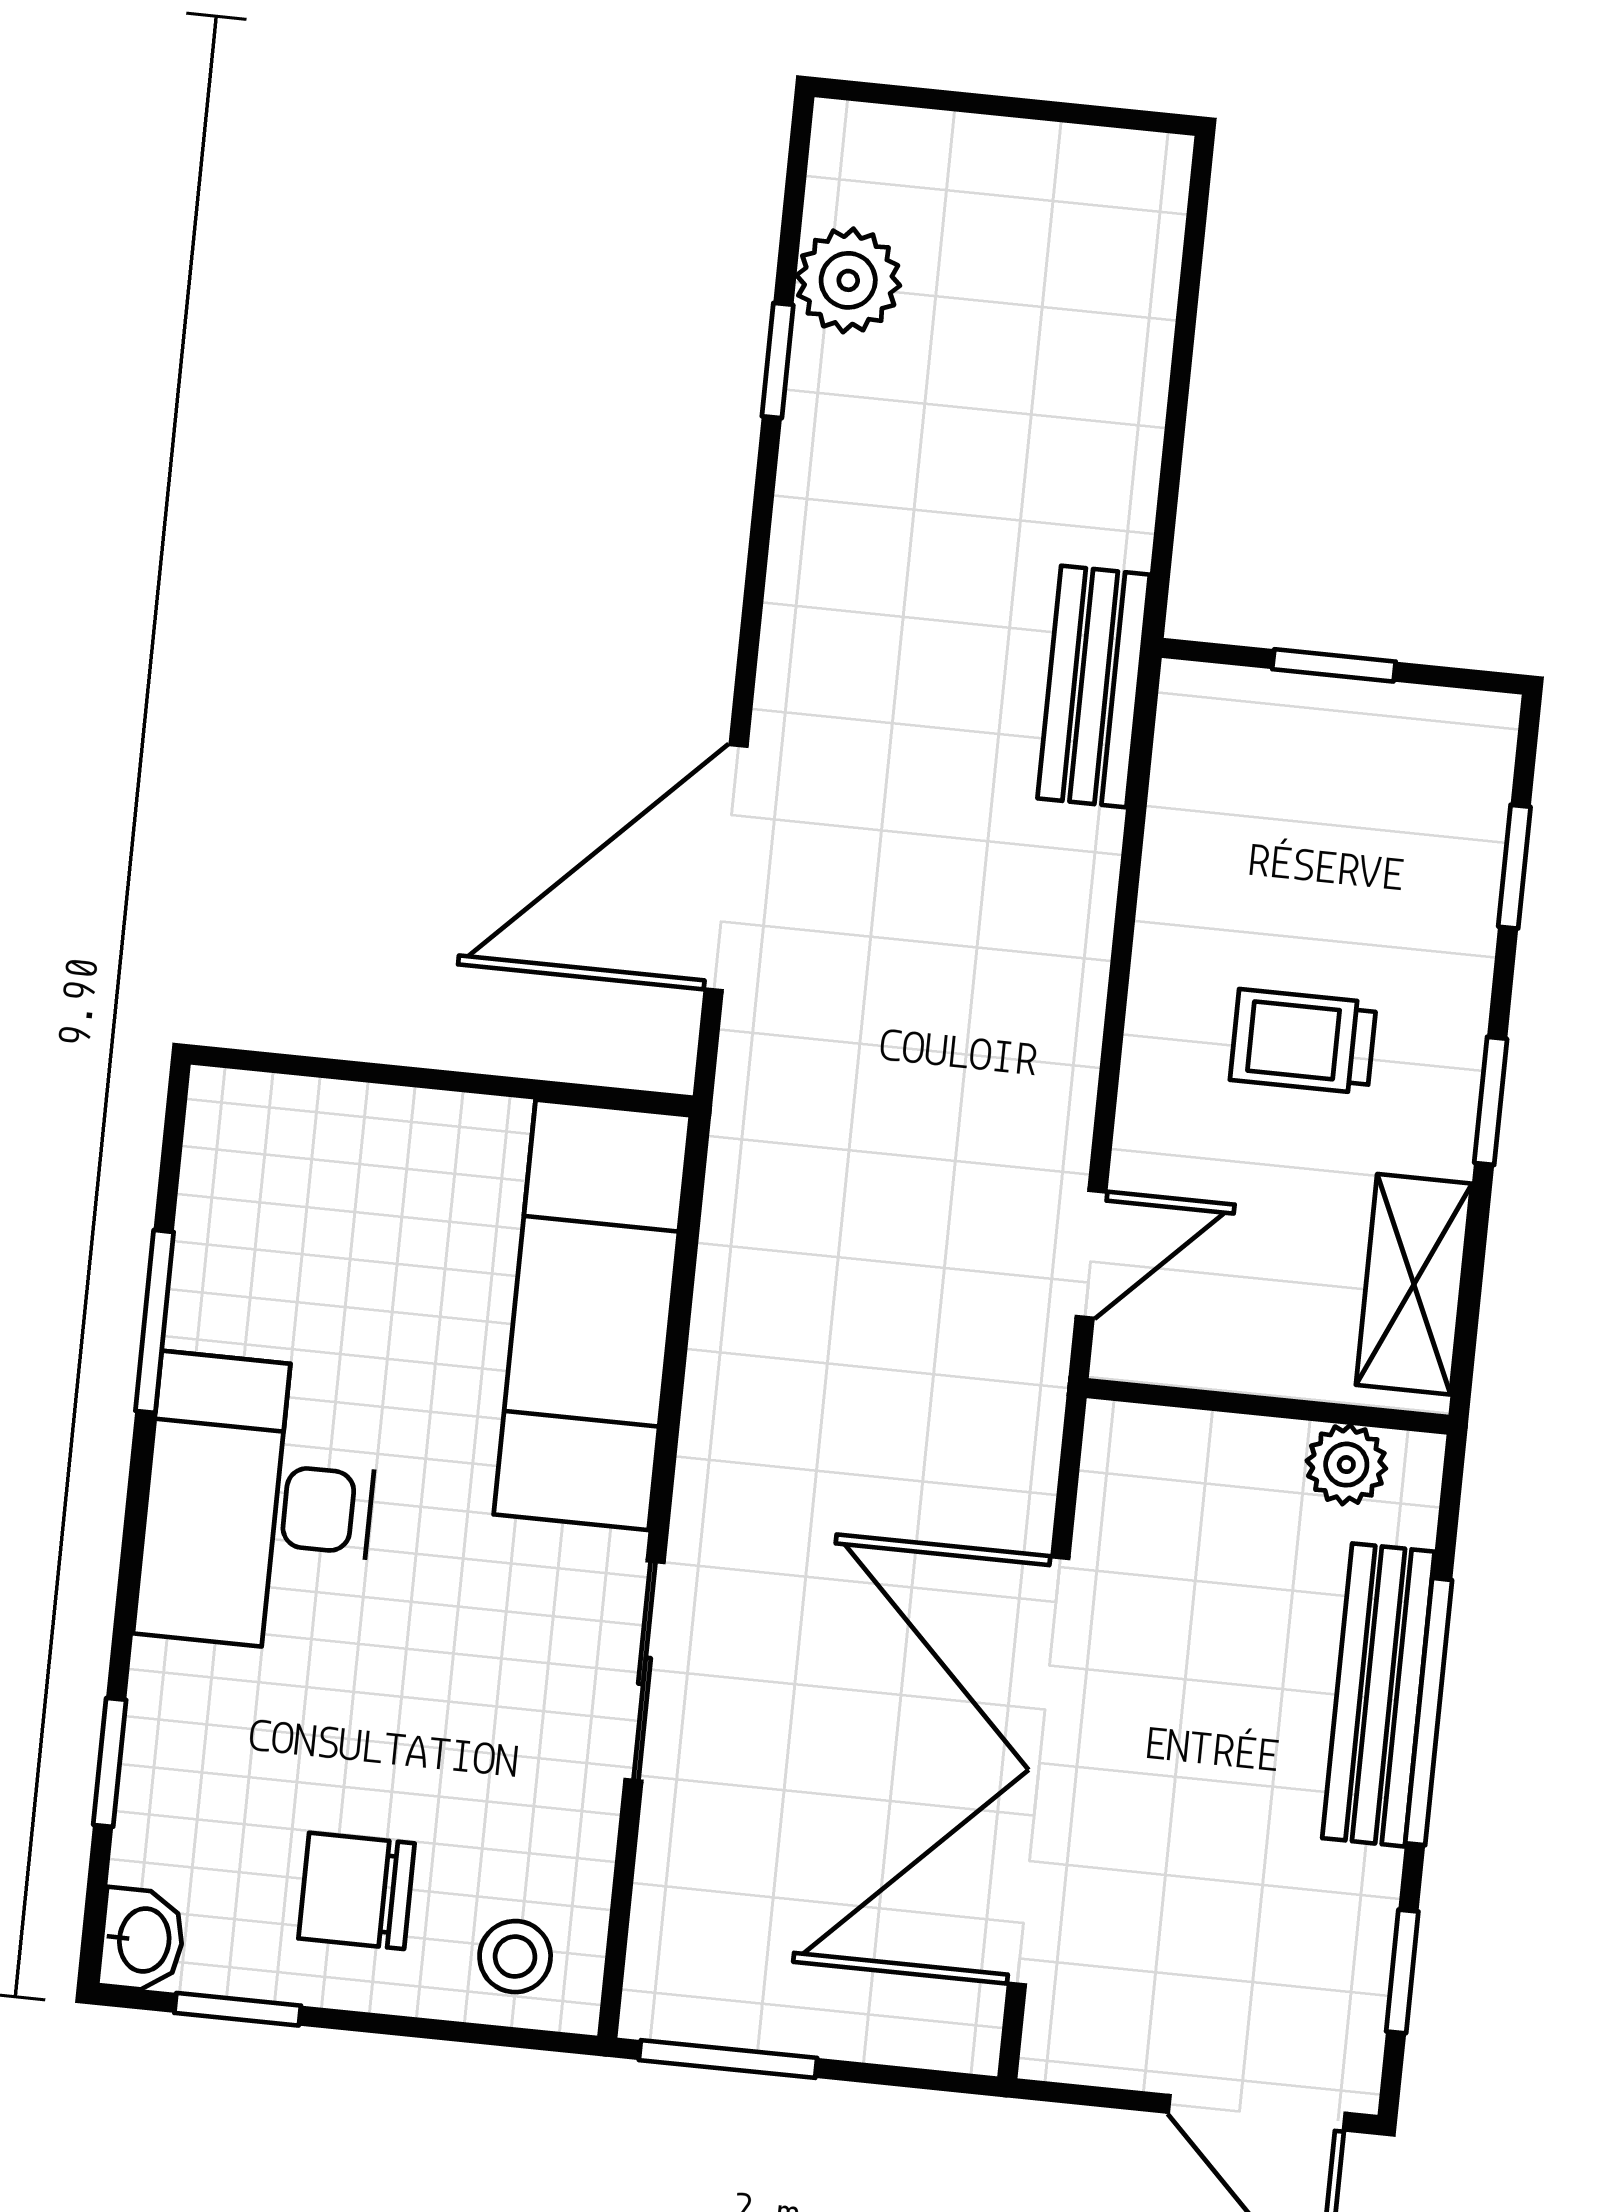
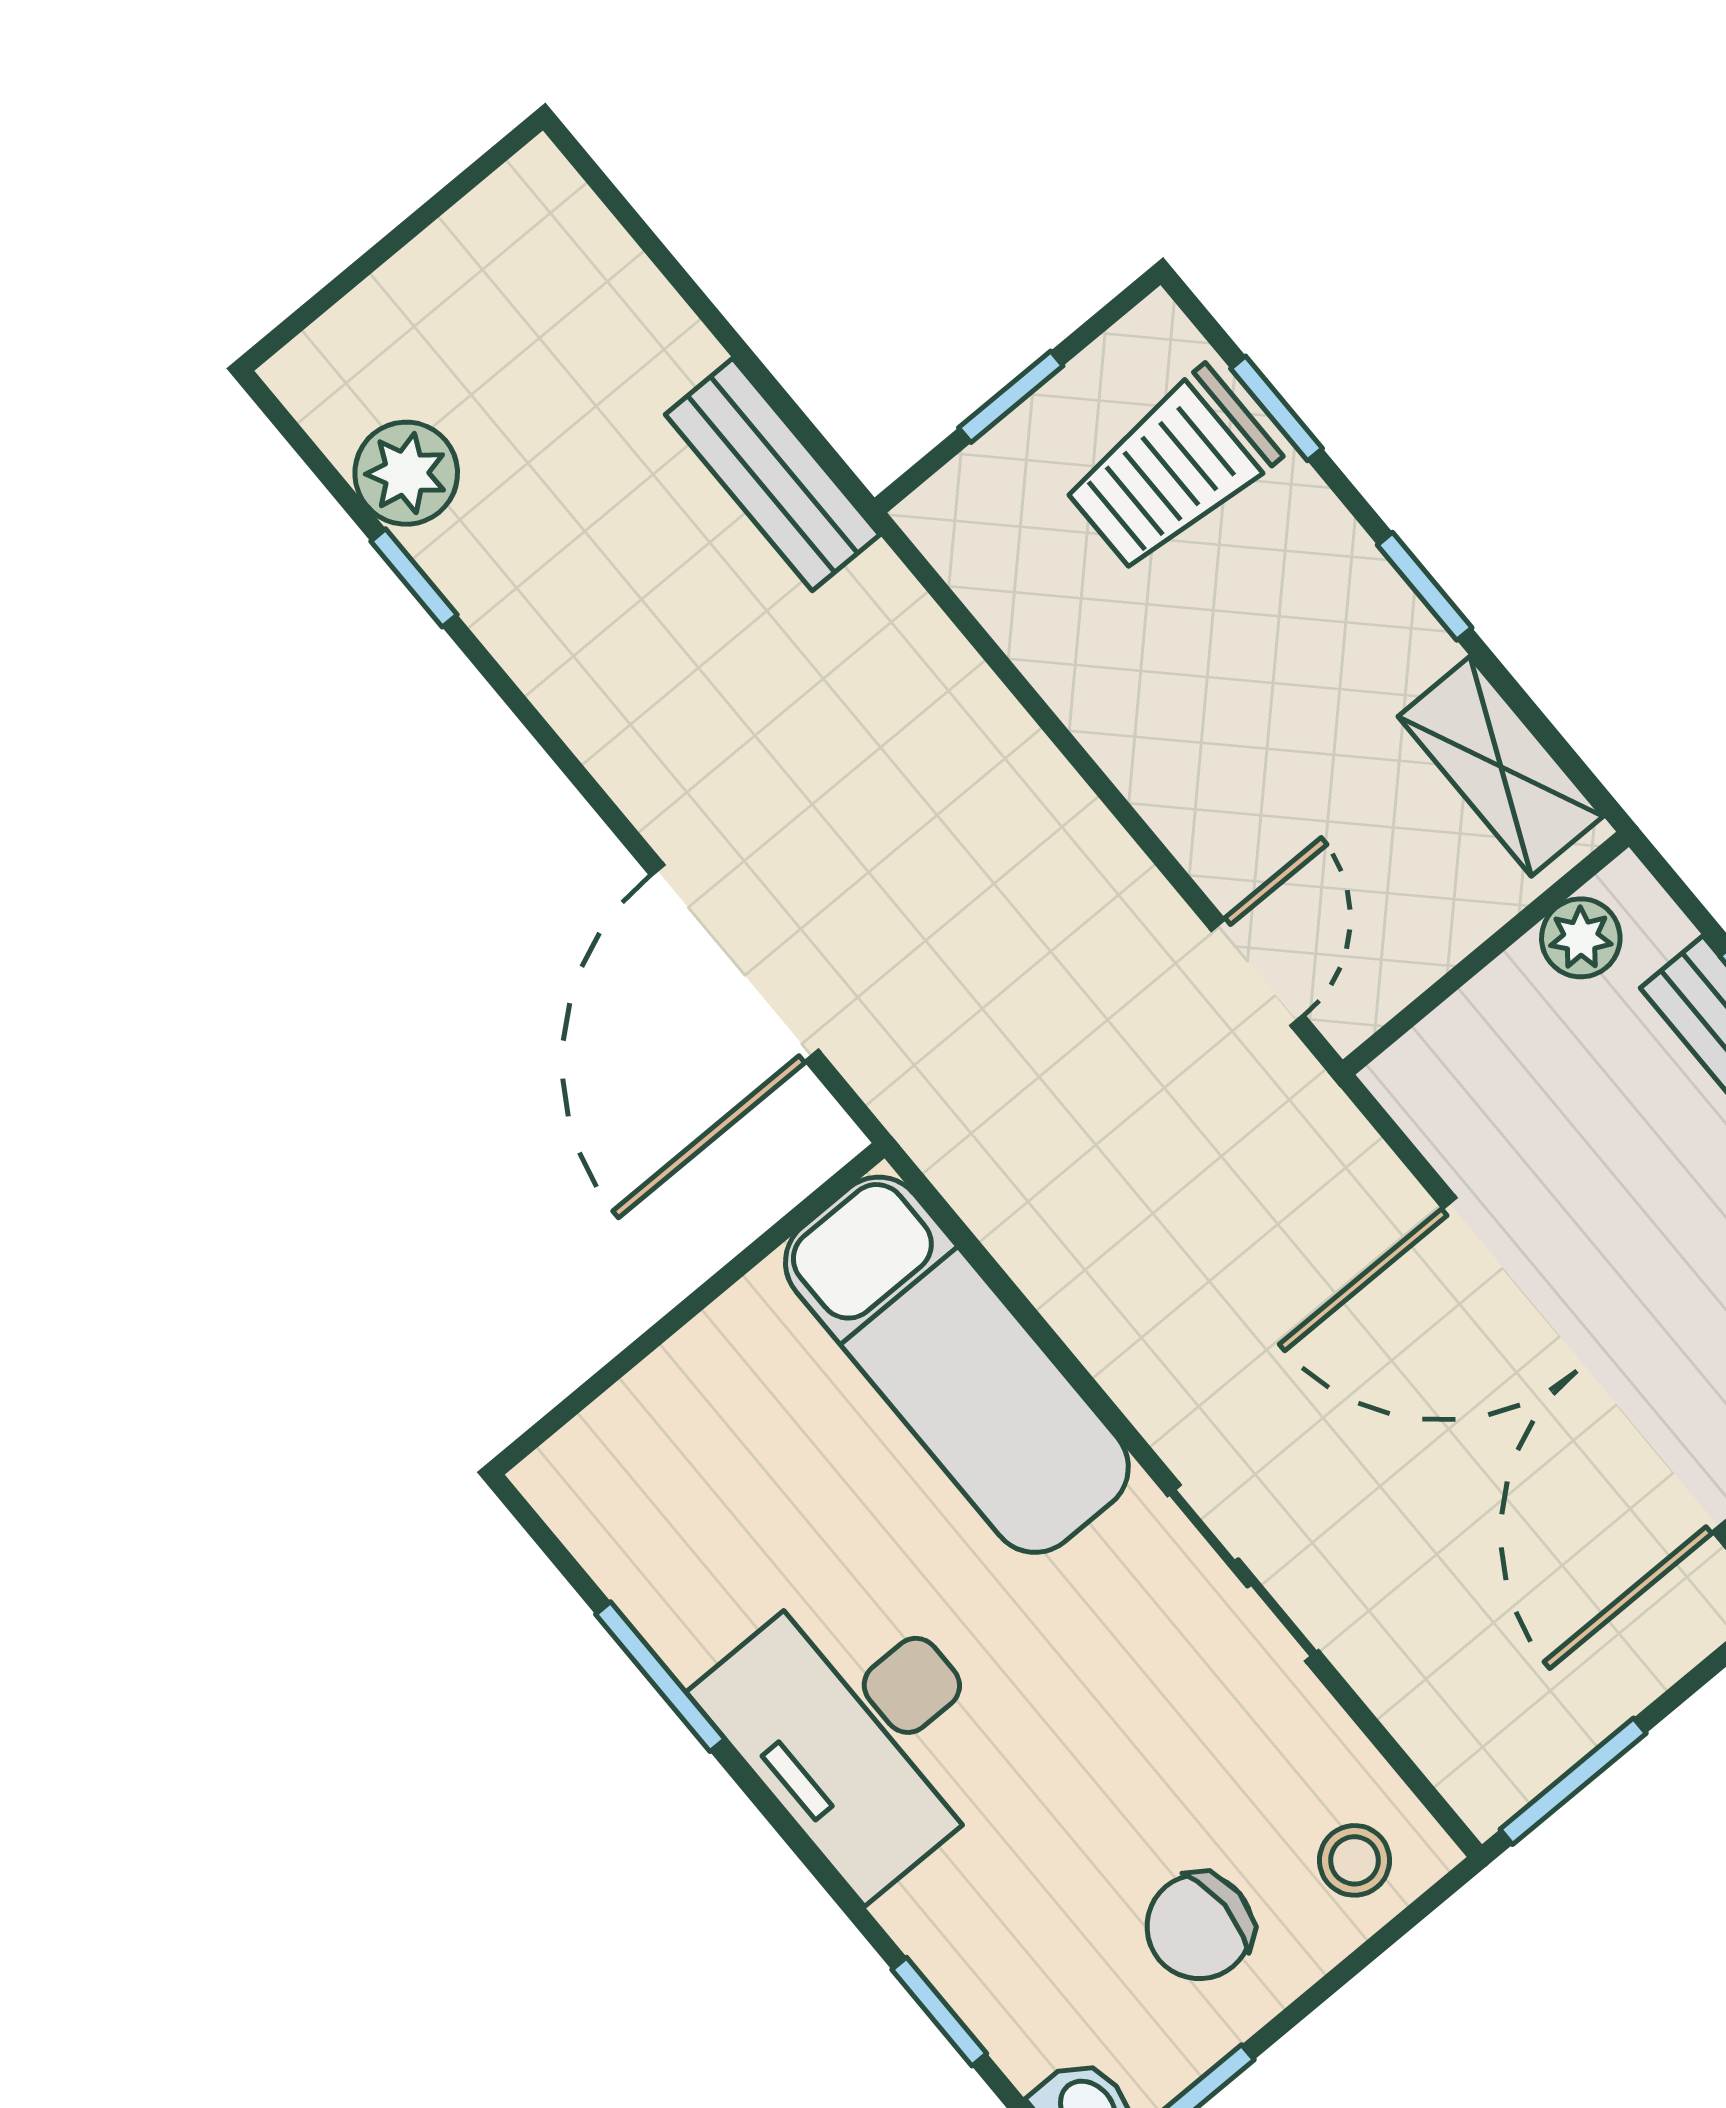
bench: (1094, 687) -> (772, 475), moved
trolley: (1303, 1041) -> (1171, 470), moved, width x1.36, depth x1.39

